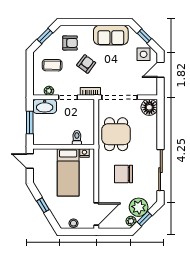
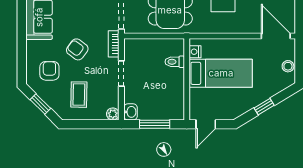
plant: (49, 91) -> (113, 114), moved
washbasin: (45, 106) -> (130, 112), width x0.52, depth x0.69

